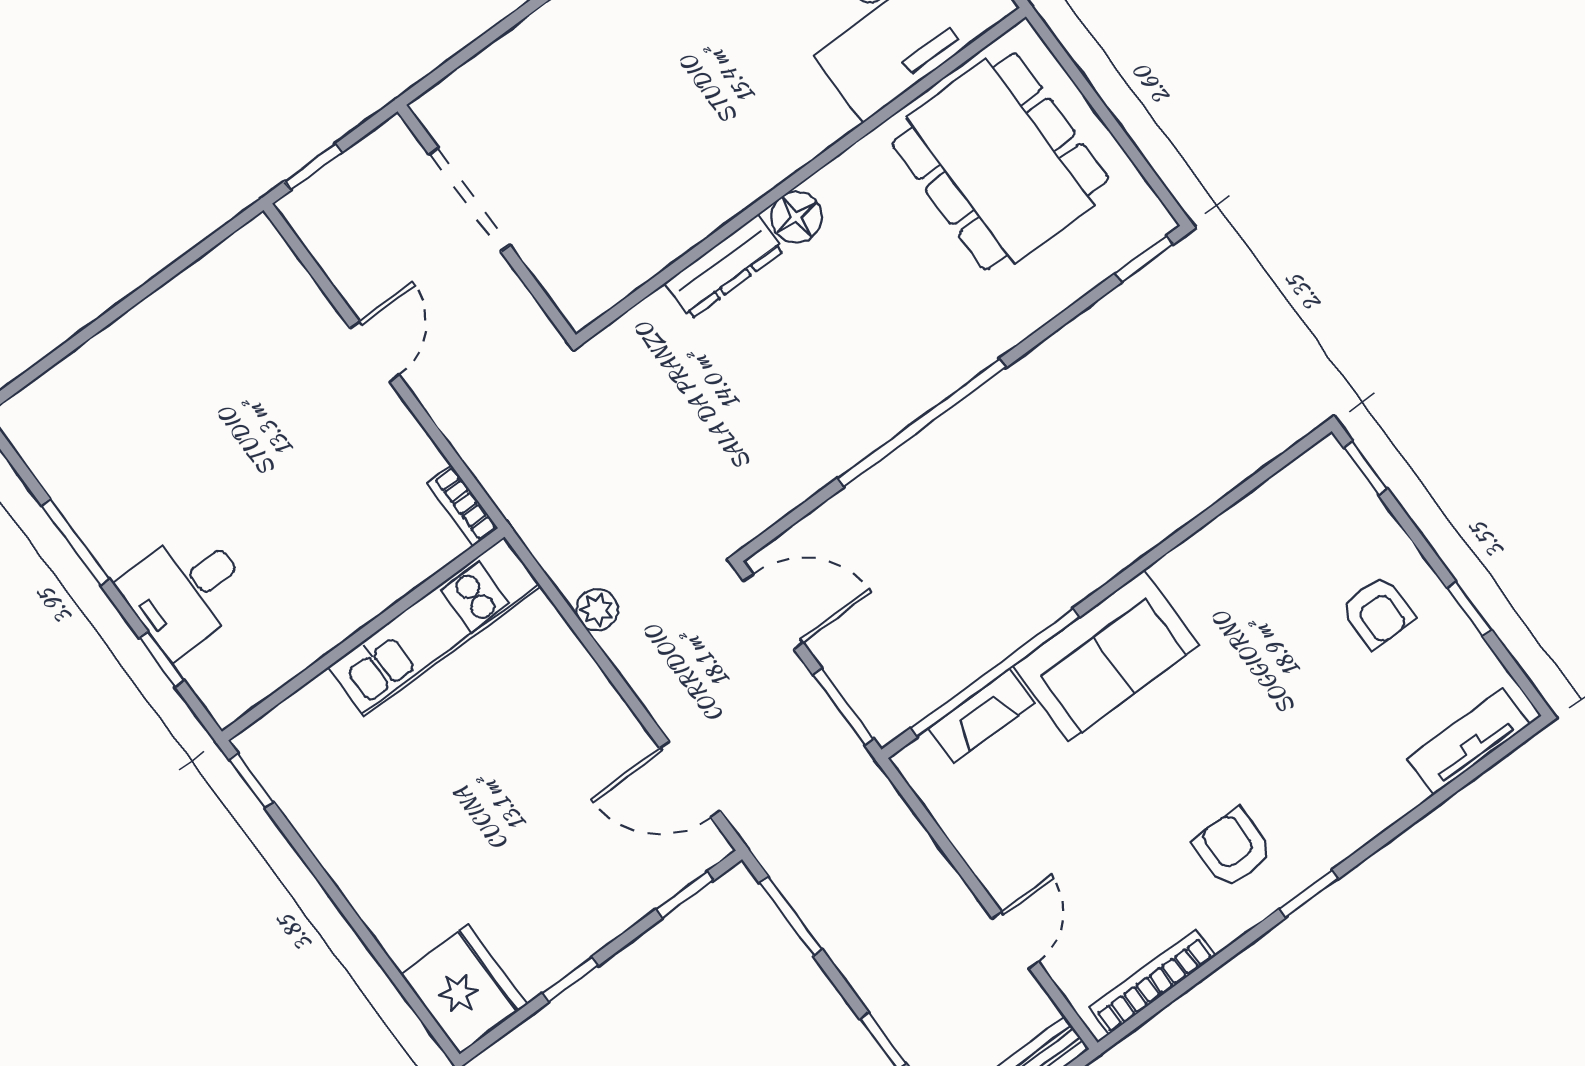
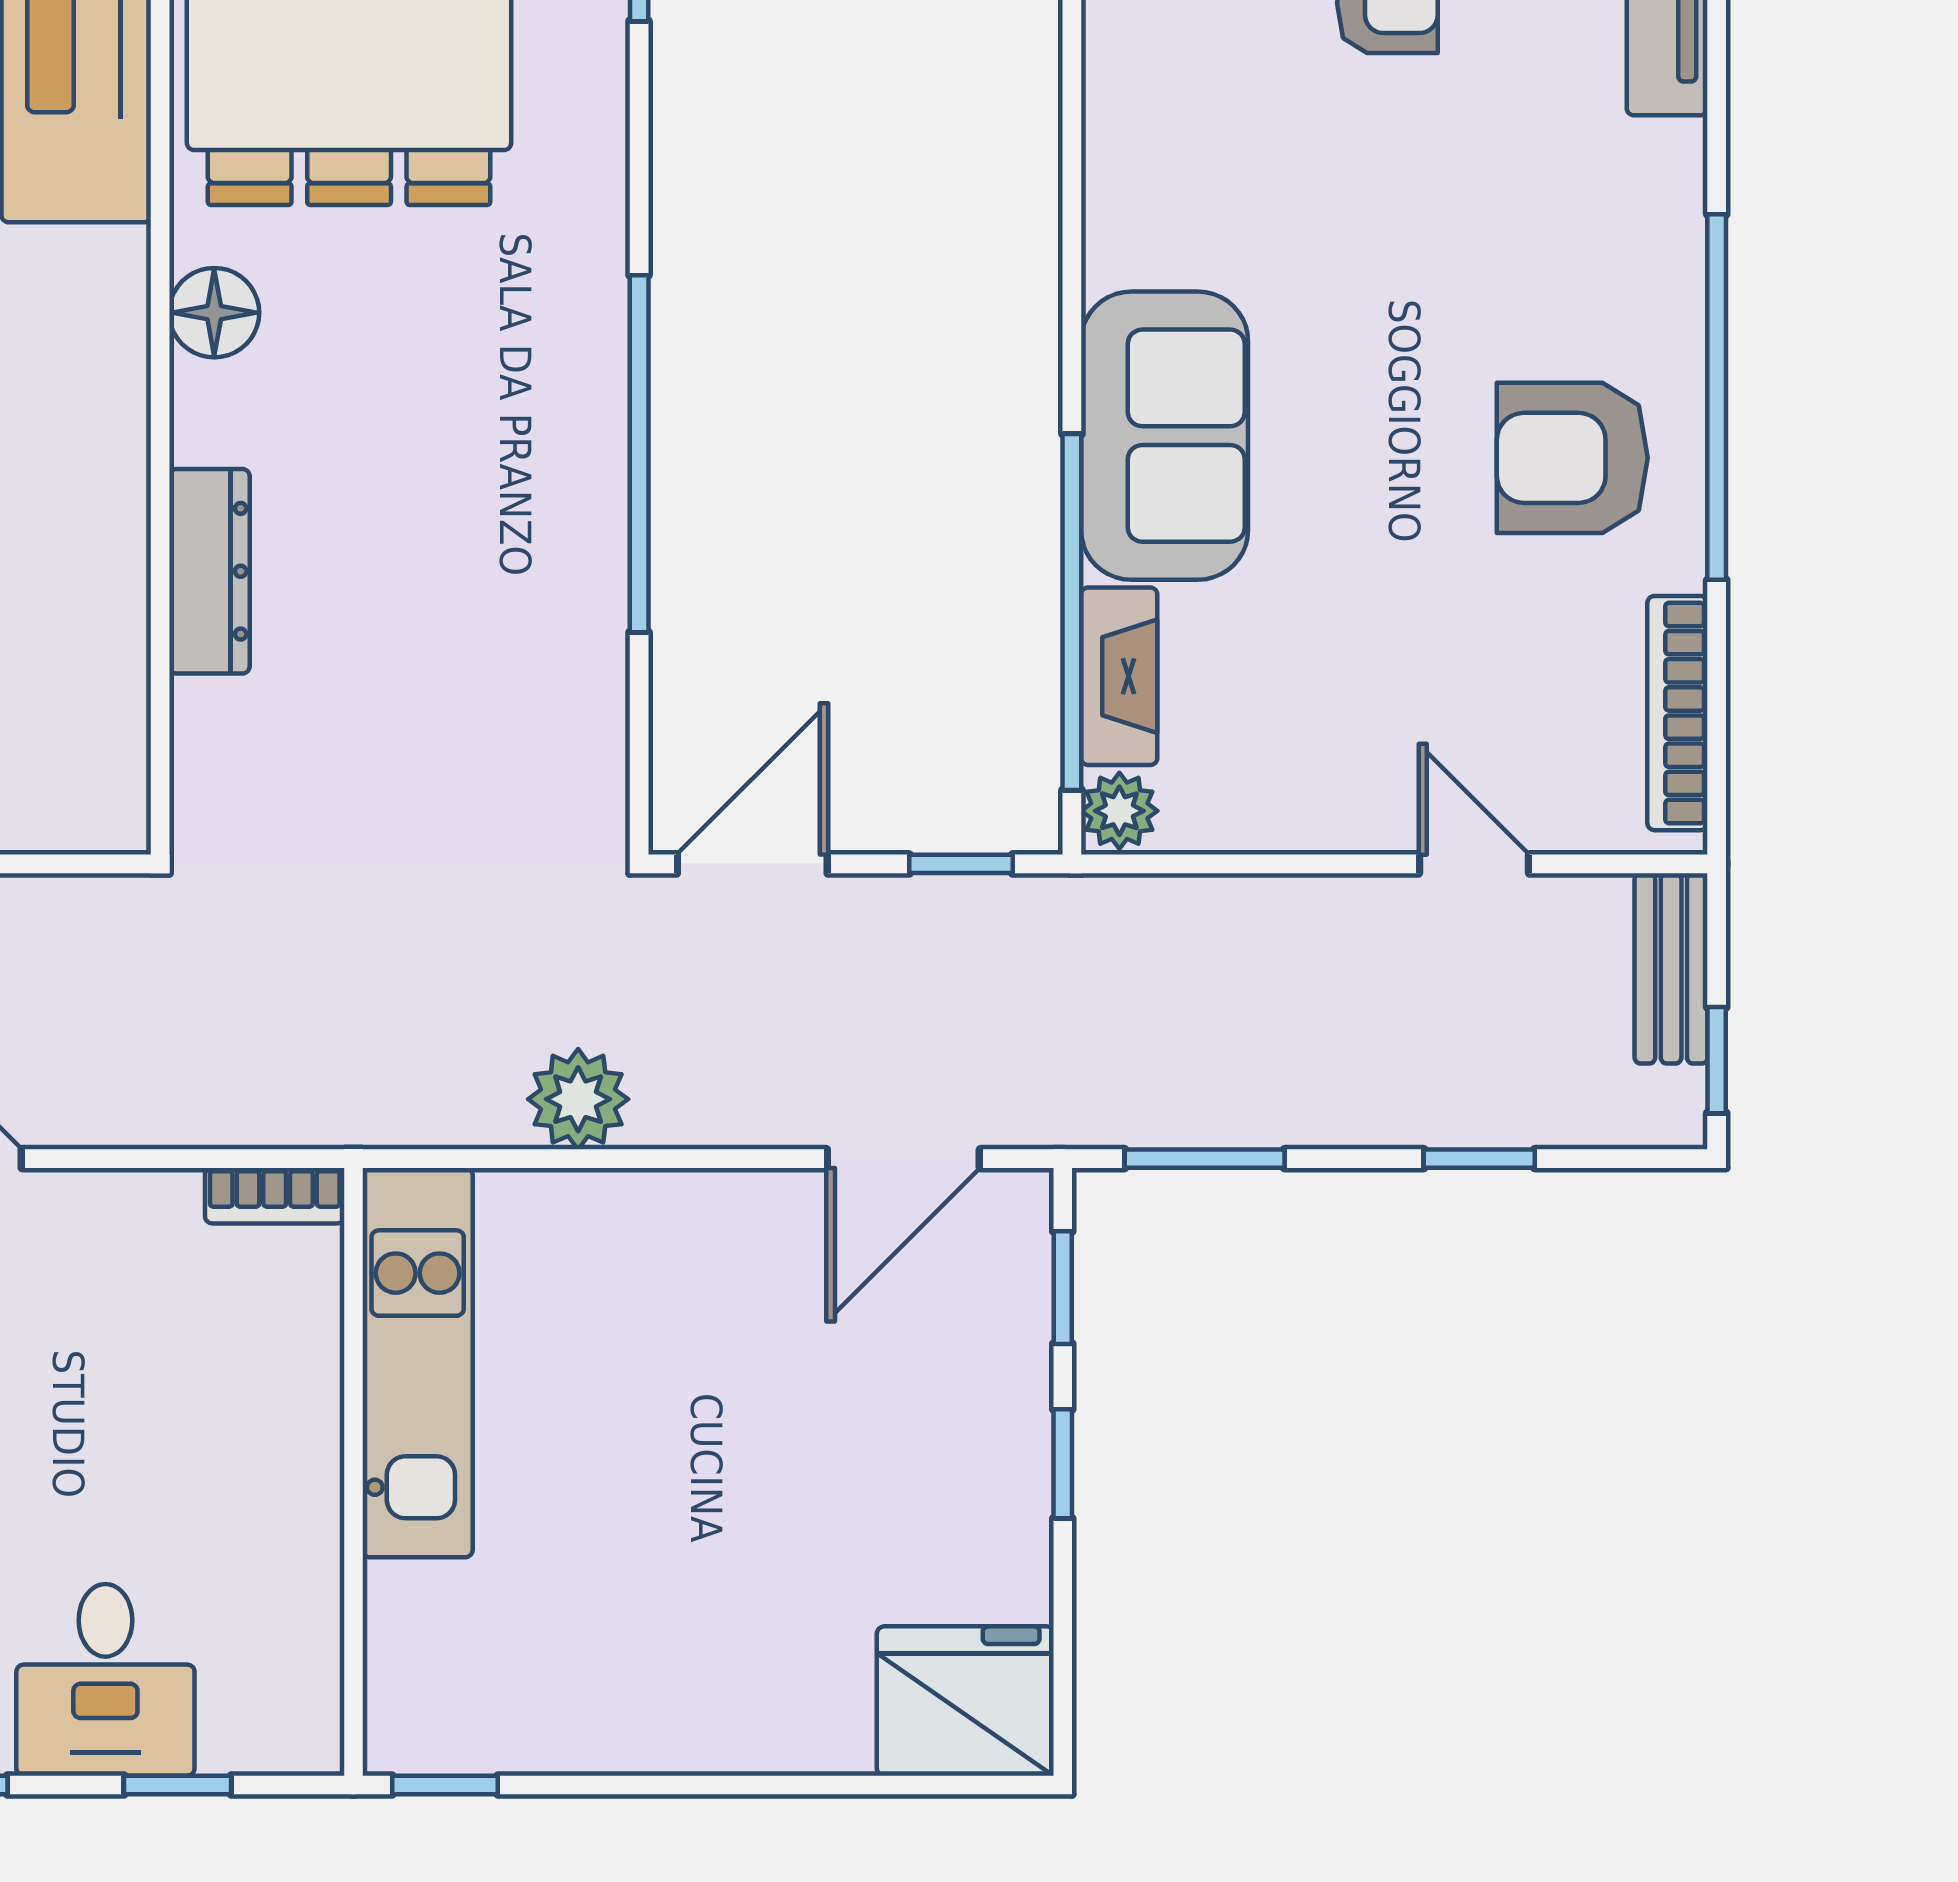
floor lamp: (796, 217) -> (214, 313), moved
plant: (597, 610) -> (578, 1099), width x1.38, depth x1.38
window: (843, 707) -> (961, 864), width x0.67
plant: (921, 761) -> (1119, 811), added
armchair: (1233, 848) -> (1572, 458), width x1.38, depth x1.38
window: (1309, 894) -> (1717, 397), width x3.17
window: (570, 979) -> (1063, 1464), moved

